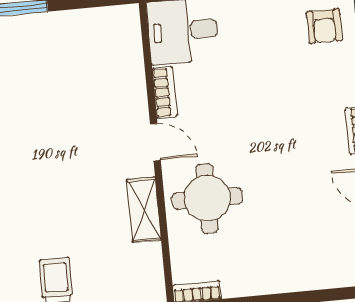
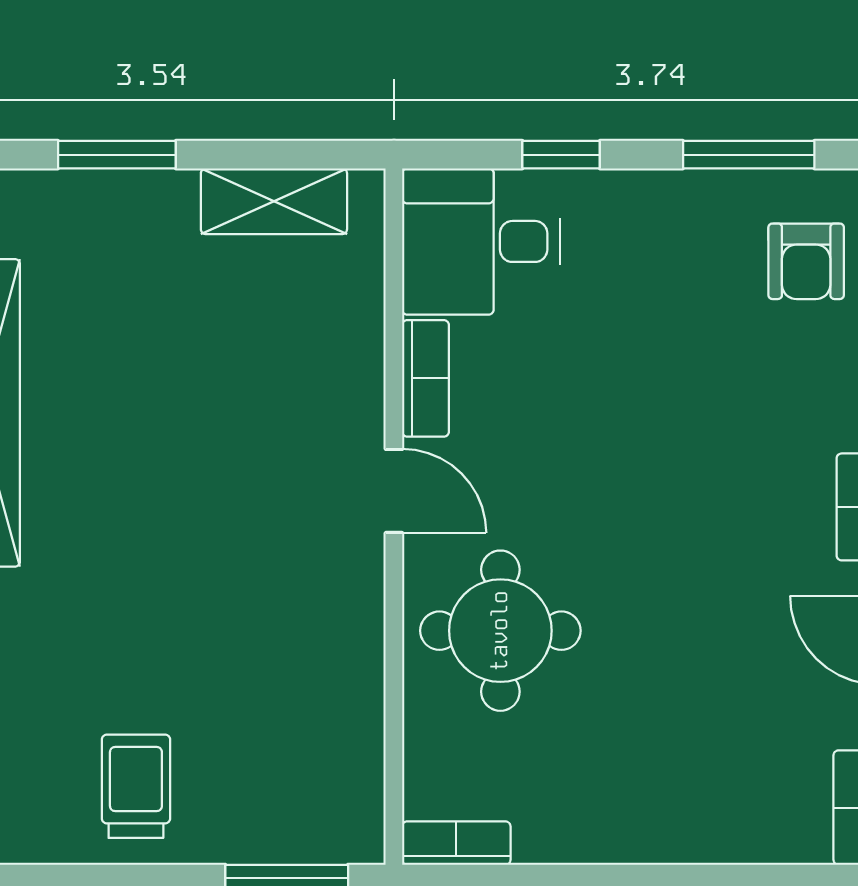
shelving: (144, 210) -> (274, 201), moved, turned 90

